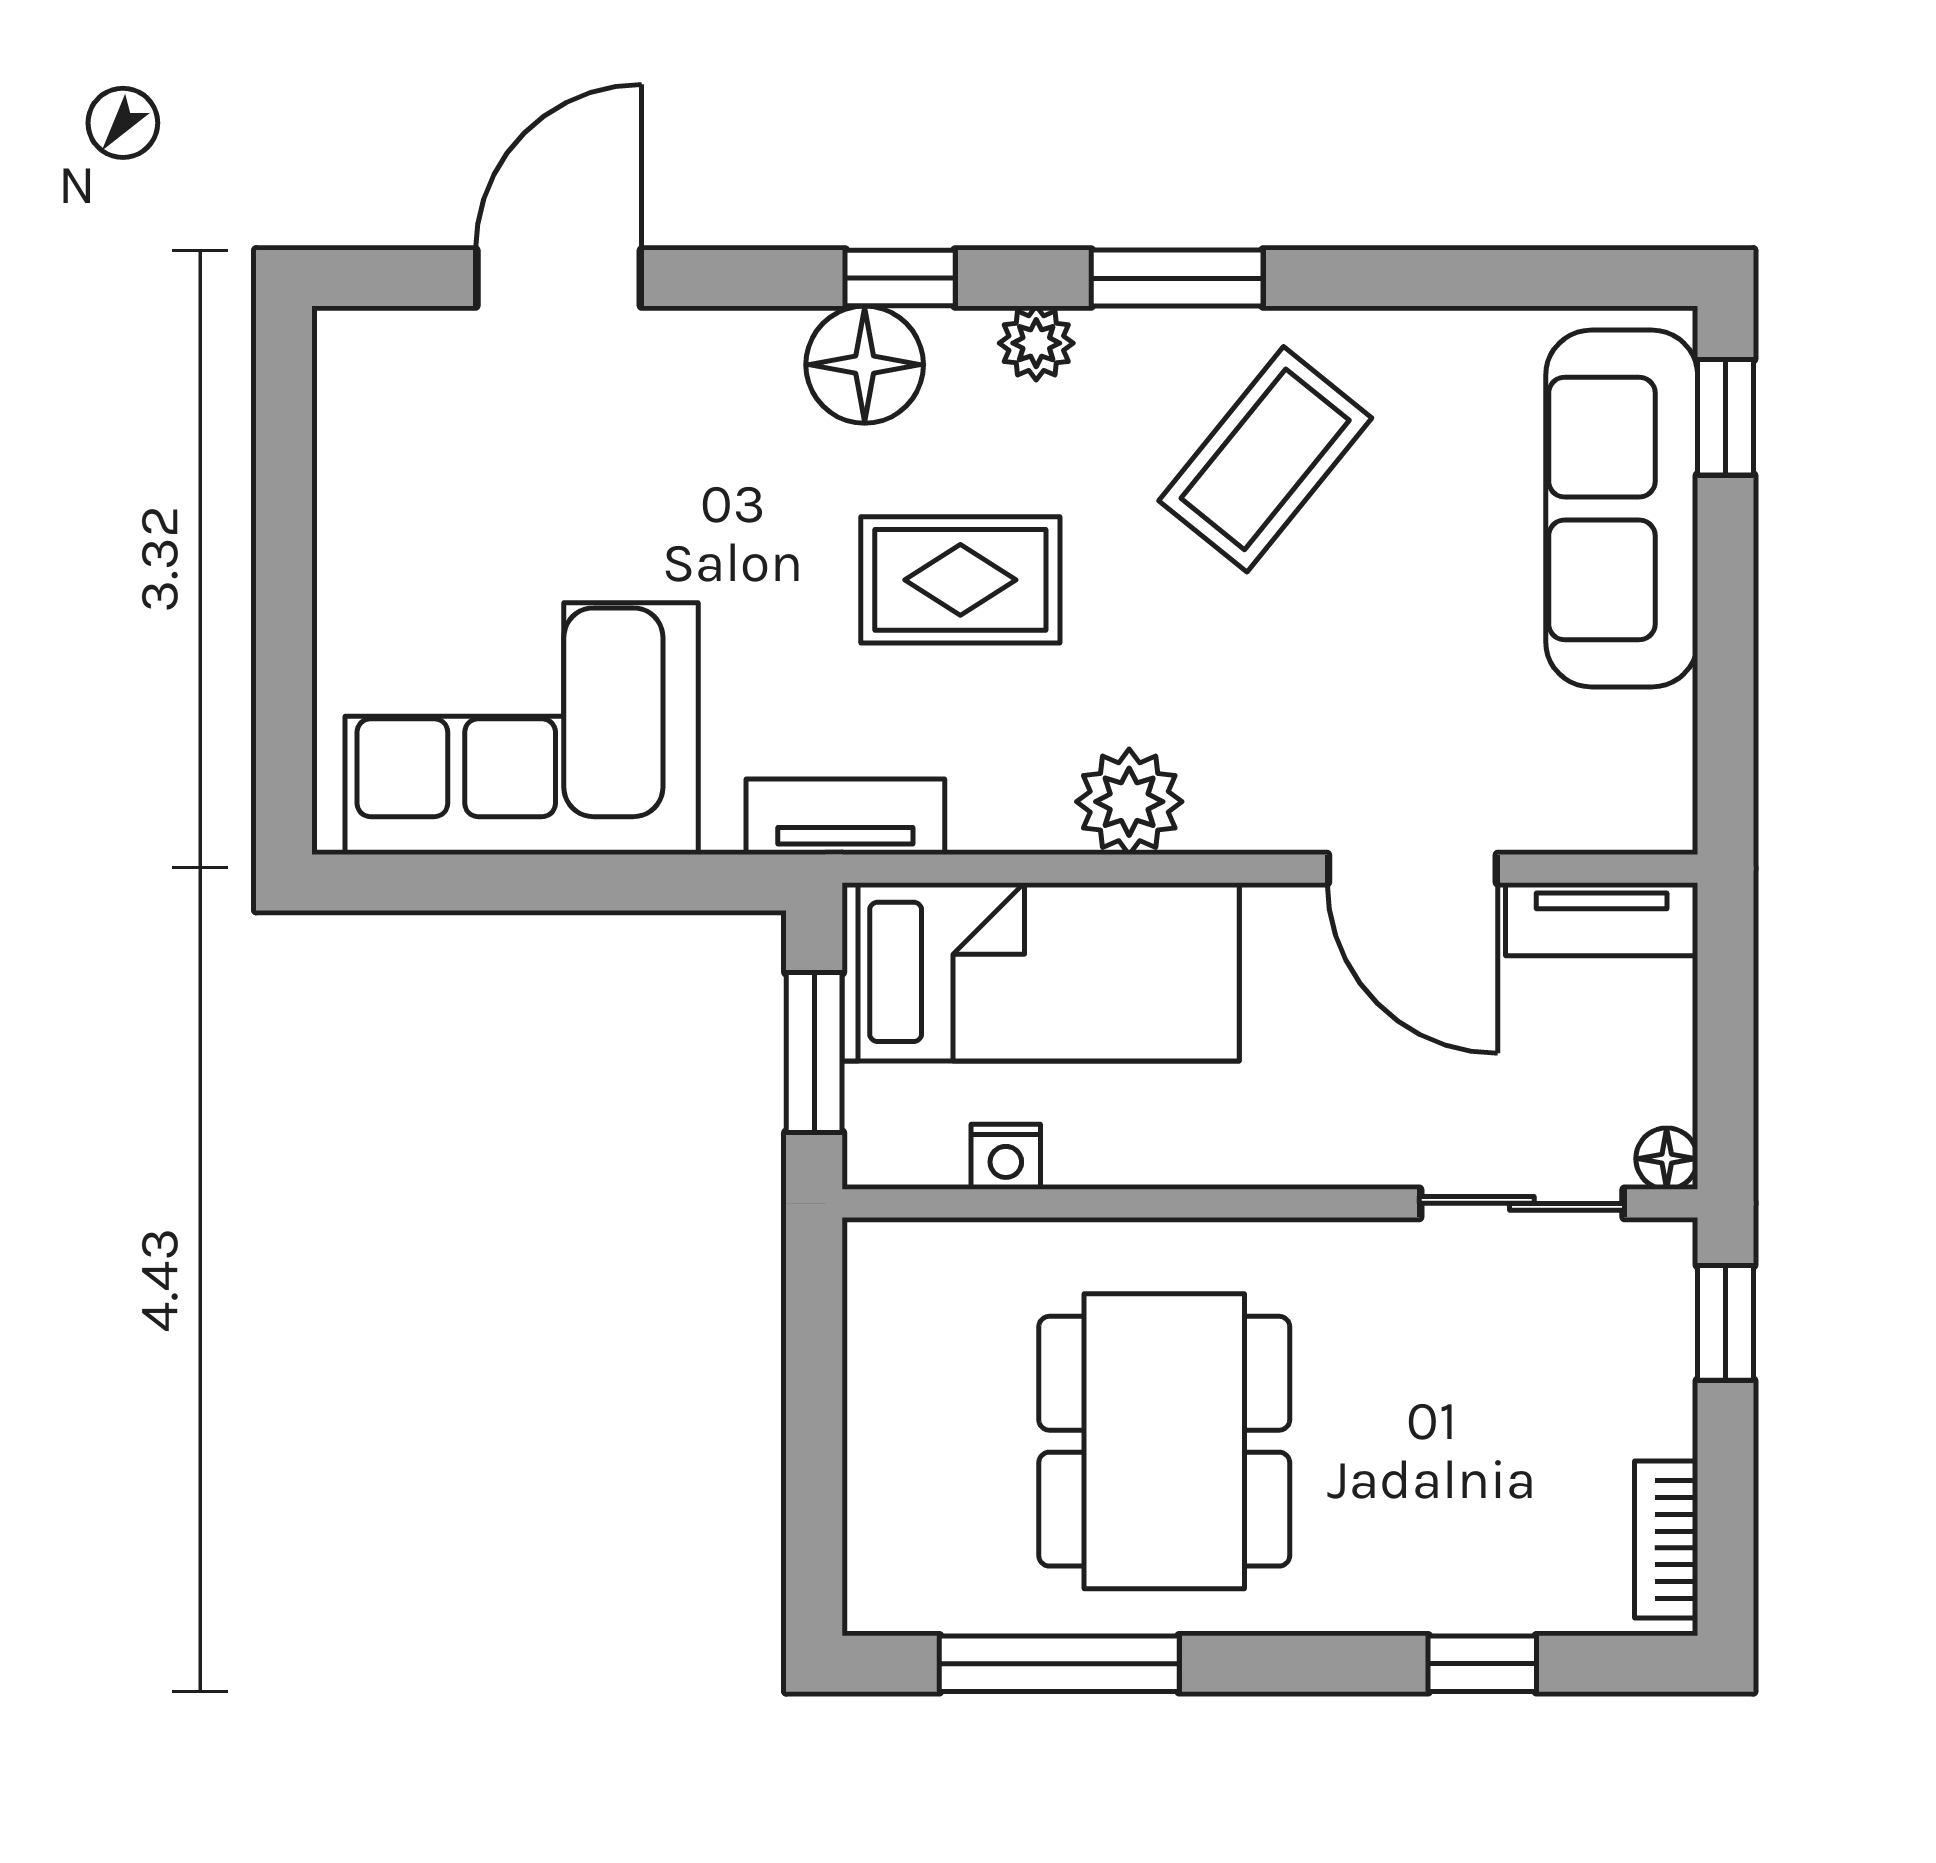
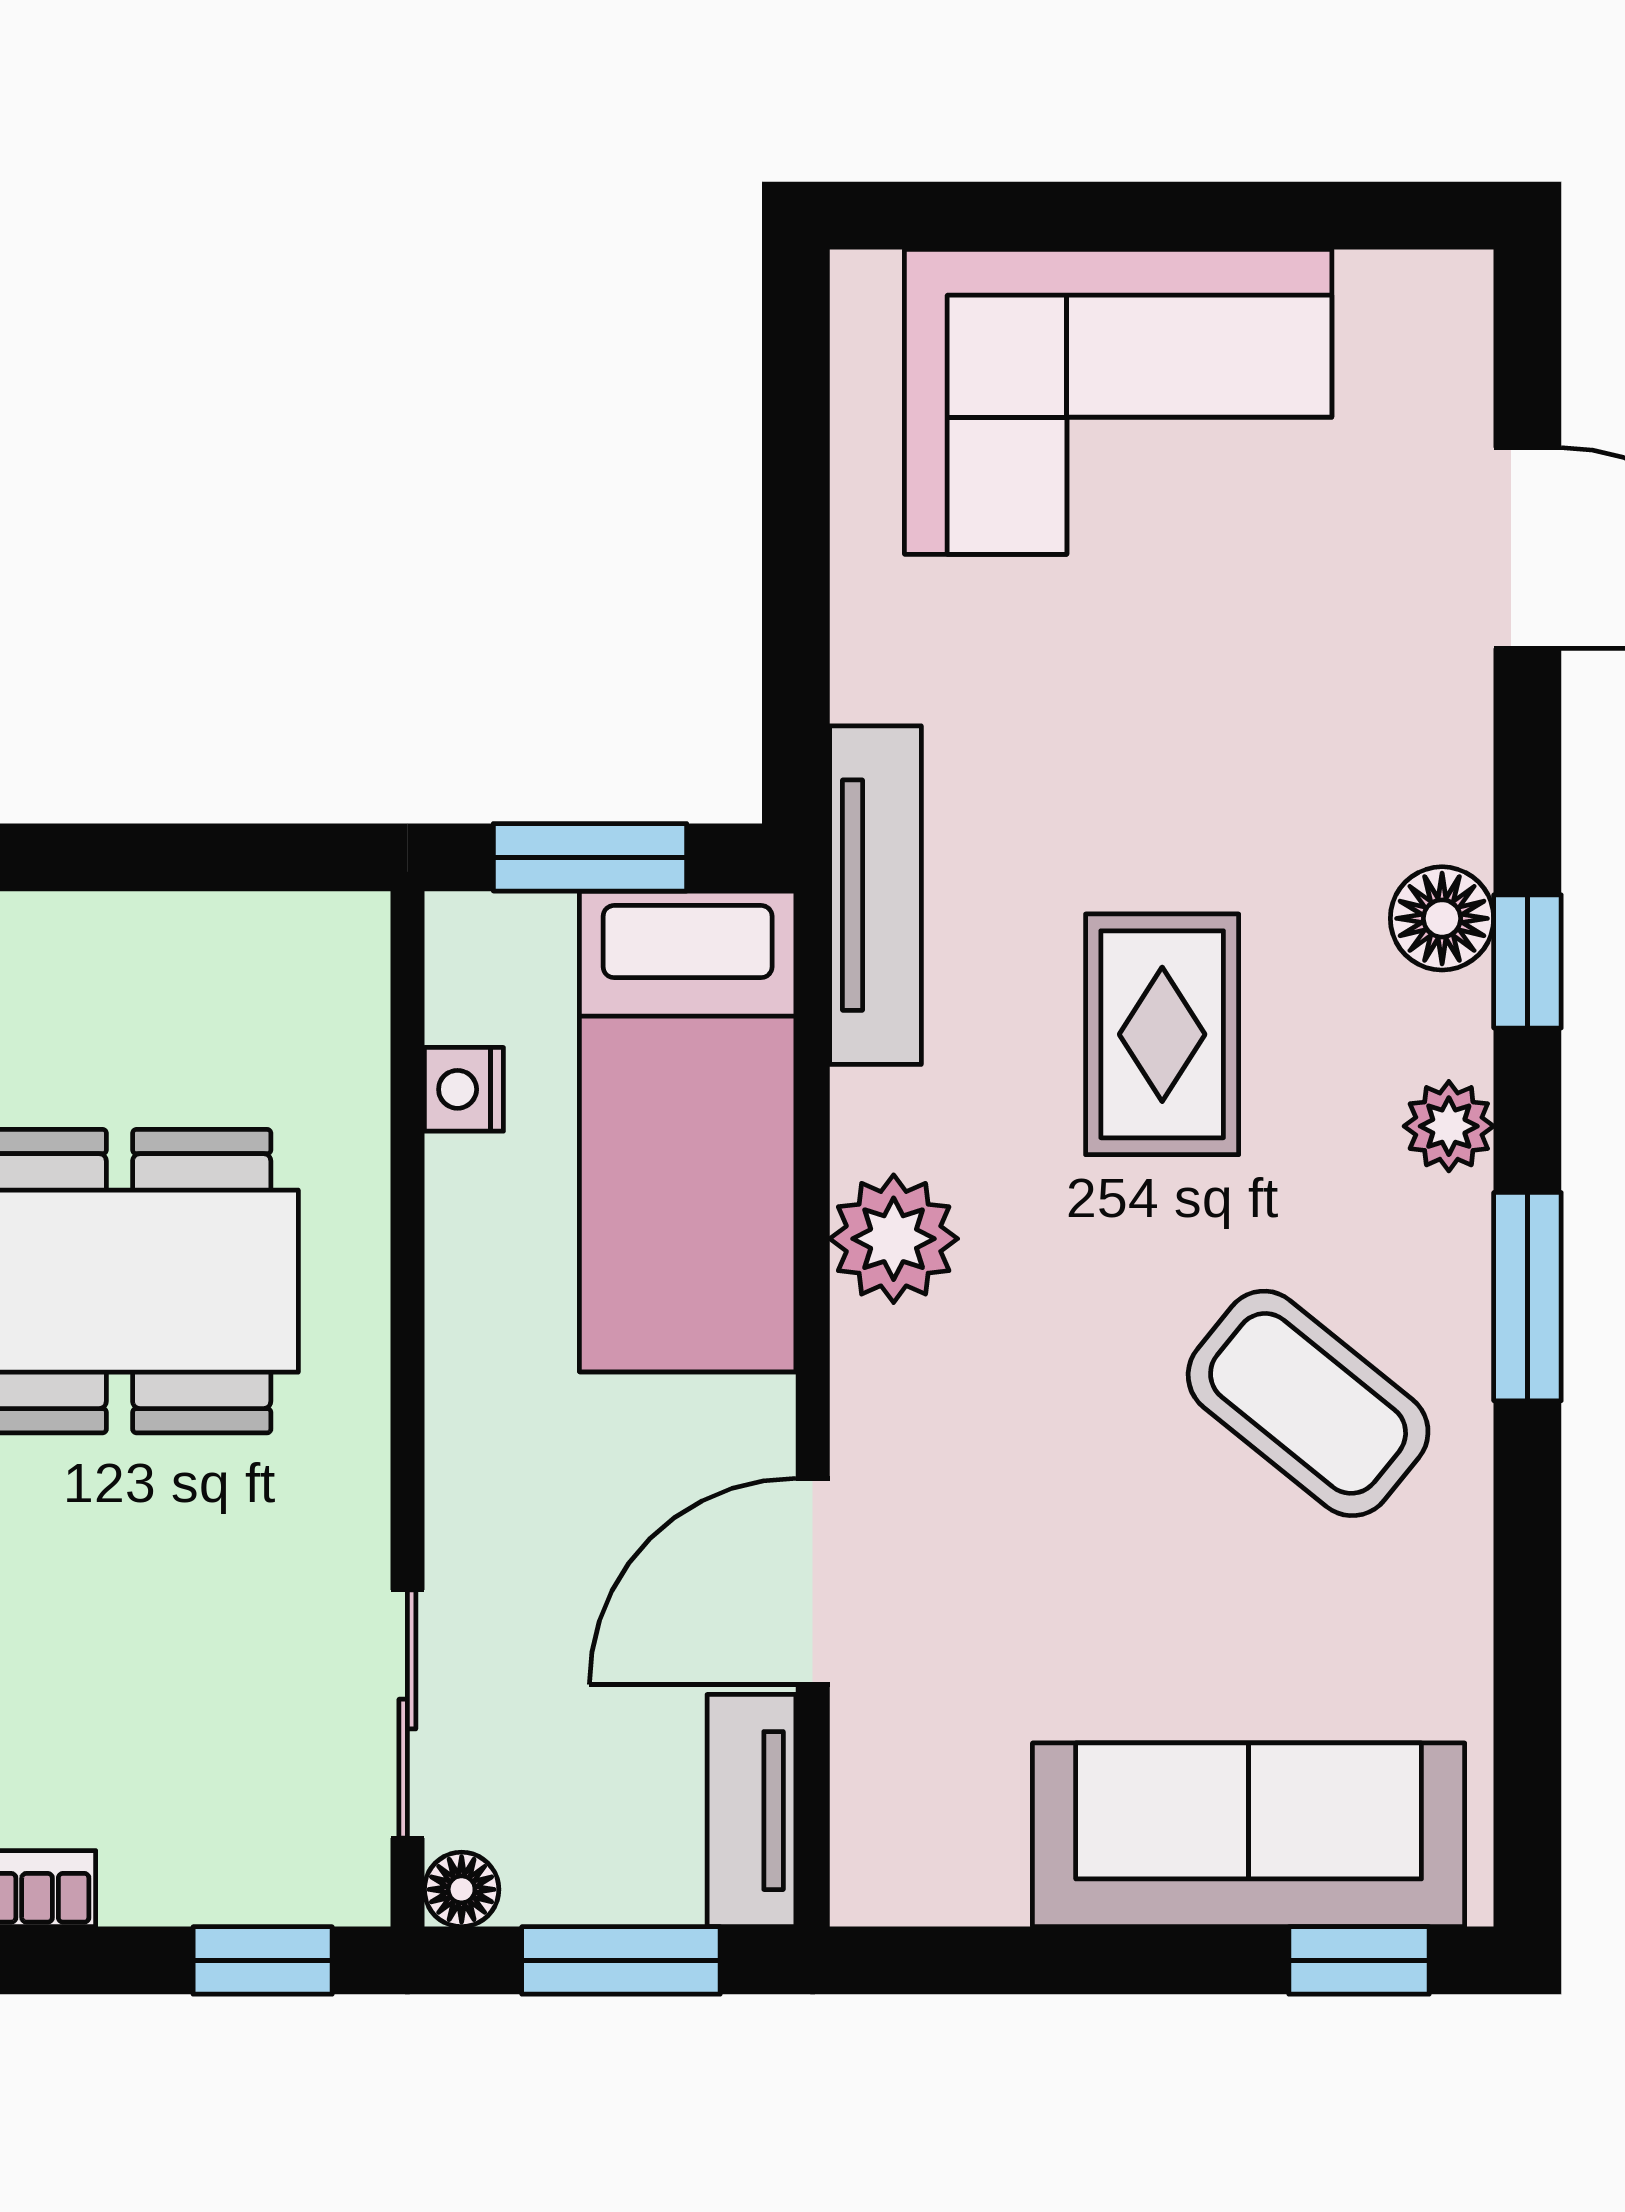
floor lamp: (865, 365) -> (1442, 918), width x0.73, depth x0.73
corner sofa: (522, 729) -> (1118, 402), moved, turned 90
tv unit: (845, 817) -> (875, 895), width x1.41
window: (1725, 1027) -> (621, 1960), added

